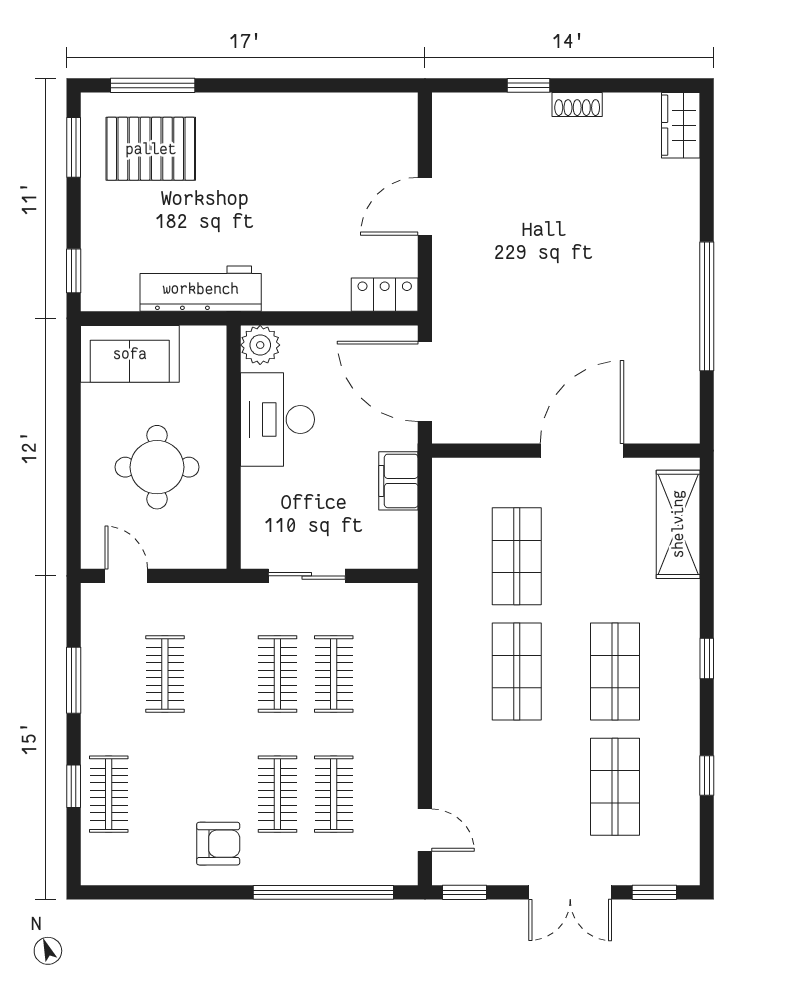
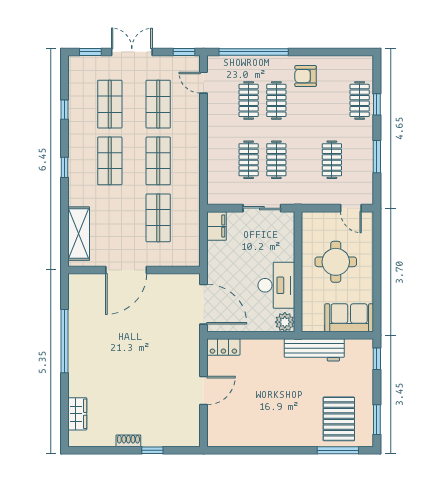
wardrobe: (681, 125) -> (77, 414), moved
pallet: (151, 149) -> (339, 419), turned 90
filing cabinet: (398, 481) -> (217, 226), moved
shop shelf: (517, 787) -> (158, 104), added

